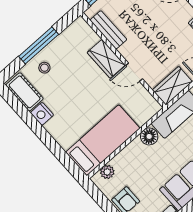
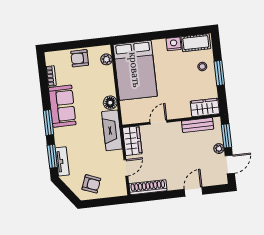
window: (39, 45) -> (219, 73), width x0.69
wardrobe: (106, 59) -> (205, 107), moved
bed: (103, 140) -> (135, 70), width x1.50

